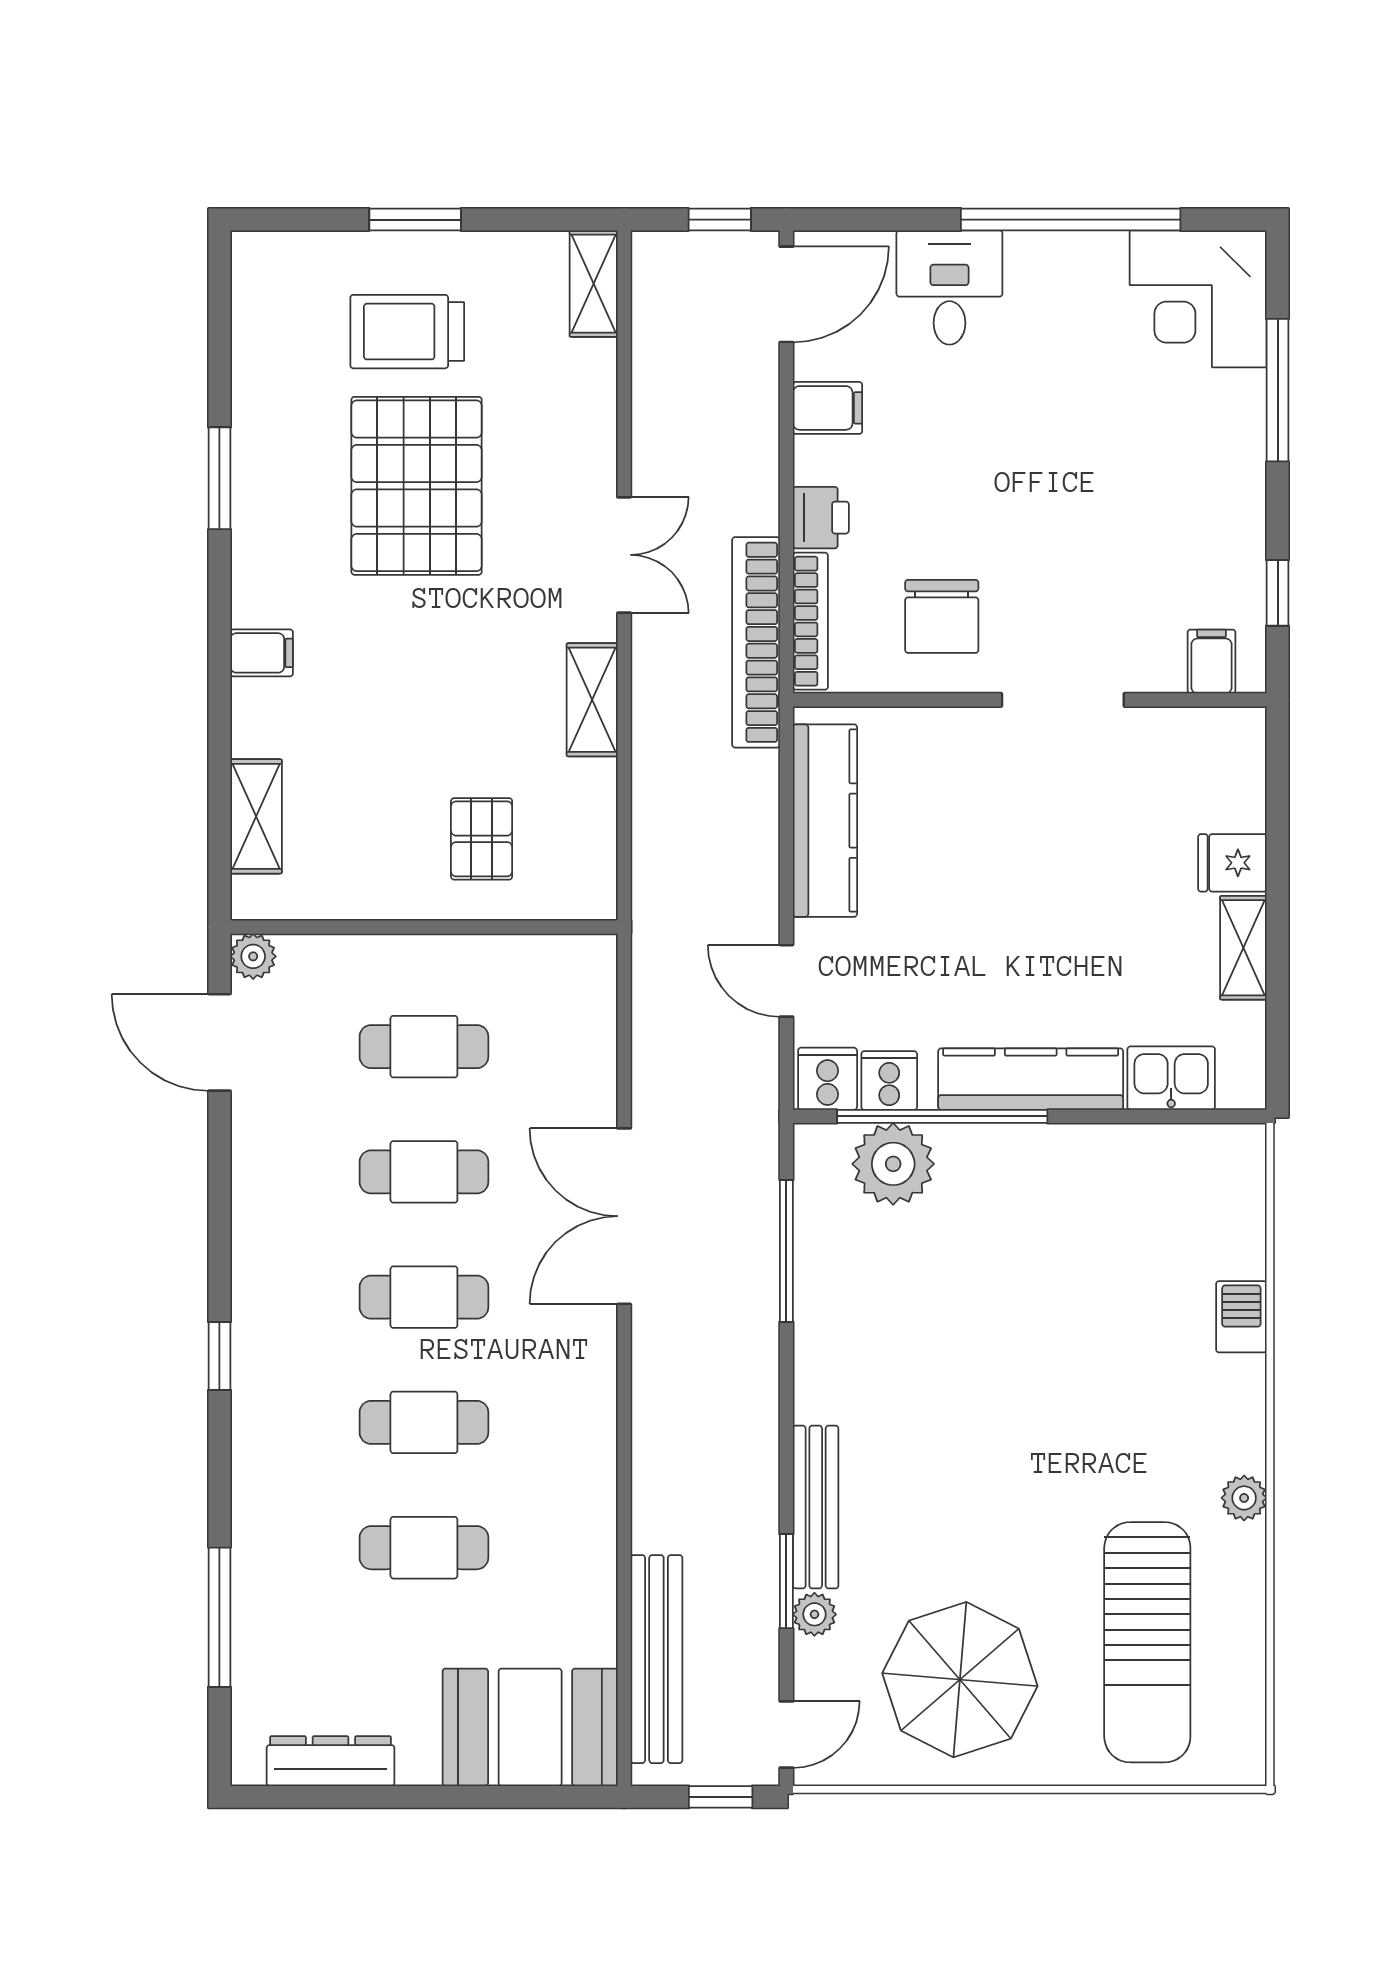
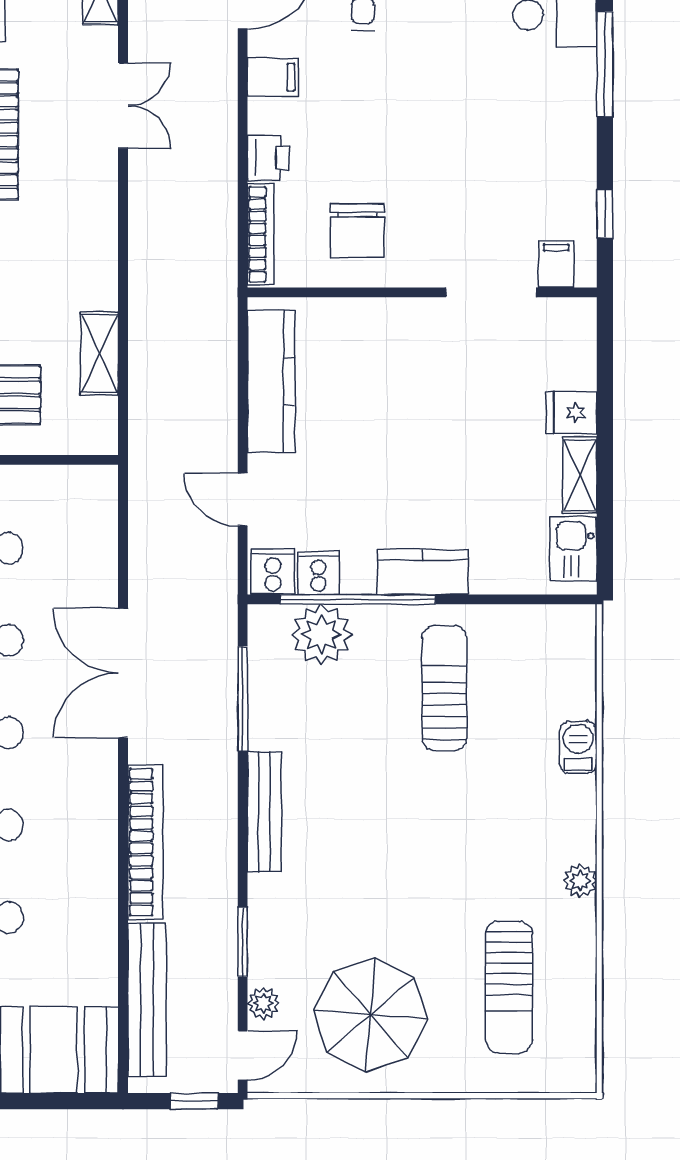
double door: (624, 555) -> (123, 106), moved
bookcase: (756, 642) -> (145, 842), moved, turned 180
shelving: (592, 700) -> (99, 354), moved
doorway: (1063, 700) -> (491, 292), moved
kitchen sink: (1171, 1078) -> (573, 549), moved, turned -90
kitchen counter: (1031, 1079) -> (423, 572), width x0.67
sun lounger: (1060, 1237) -> (444, 688), added
bench: (816, 1507) -> (264, 812), moved
plant: (814, 1614) -> (263, 1003), moved
sun lounger: (1147, 1642) -> (509, 987), width x0.73, depth x0.75

